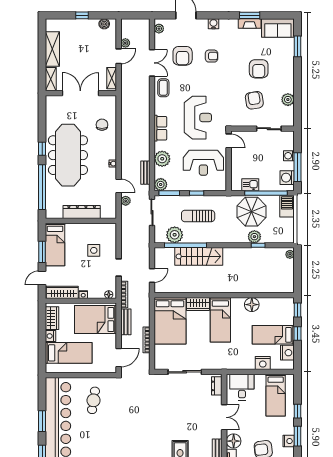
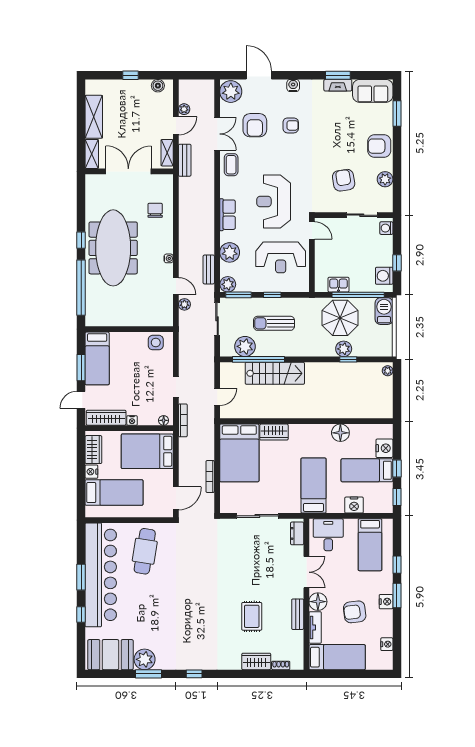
plant: (159, 29) -> (231, 92), width x1.88, depth x1.88
armchair: (259, 69) -> (379, 146), moved, turned 90
reception desk: (198, 118) -> (274, 201), turned 180
washing machine: (289, 156) -> (386, 228), moved
window: (297, 167) -> (397, 263), width x0.46
dresser: (82, 212) -> (130, 318), removed
side table: (94, 250) -> (156, 343), moved
window: (297, 310) -> (397, 497), moved
bed: (220, 320) -> (313, 486), moved, turned 180
bench: (126, 322) -> (185, 160), moved
nightstand: (287, 353) -> (384, 448), moved
cafe table: (94, 400) -> (145, 551), width x1.37, depth x1.35

